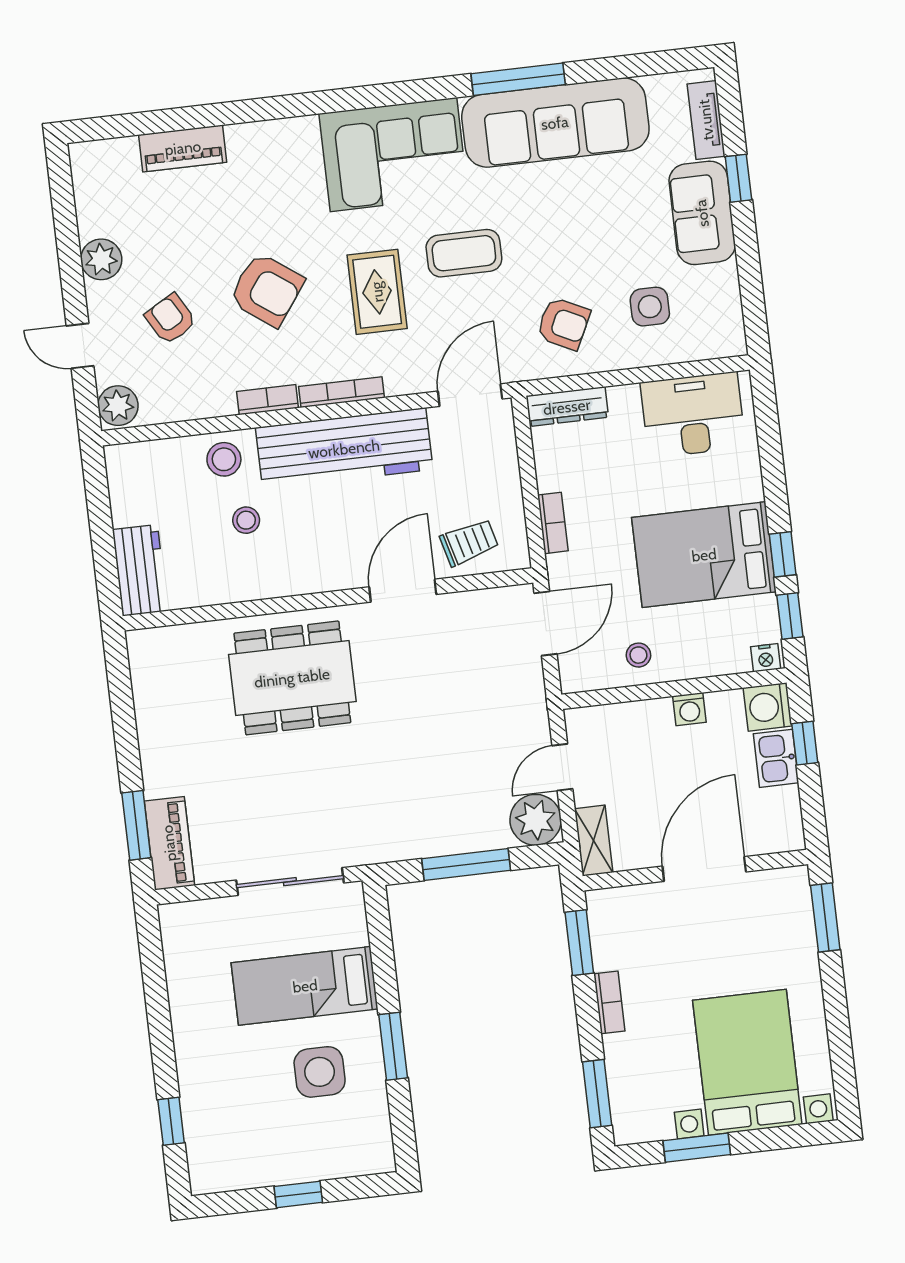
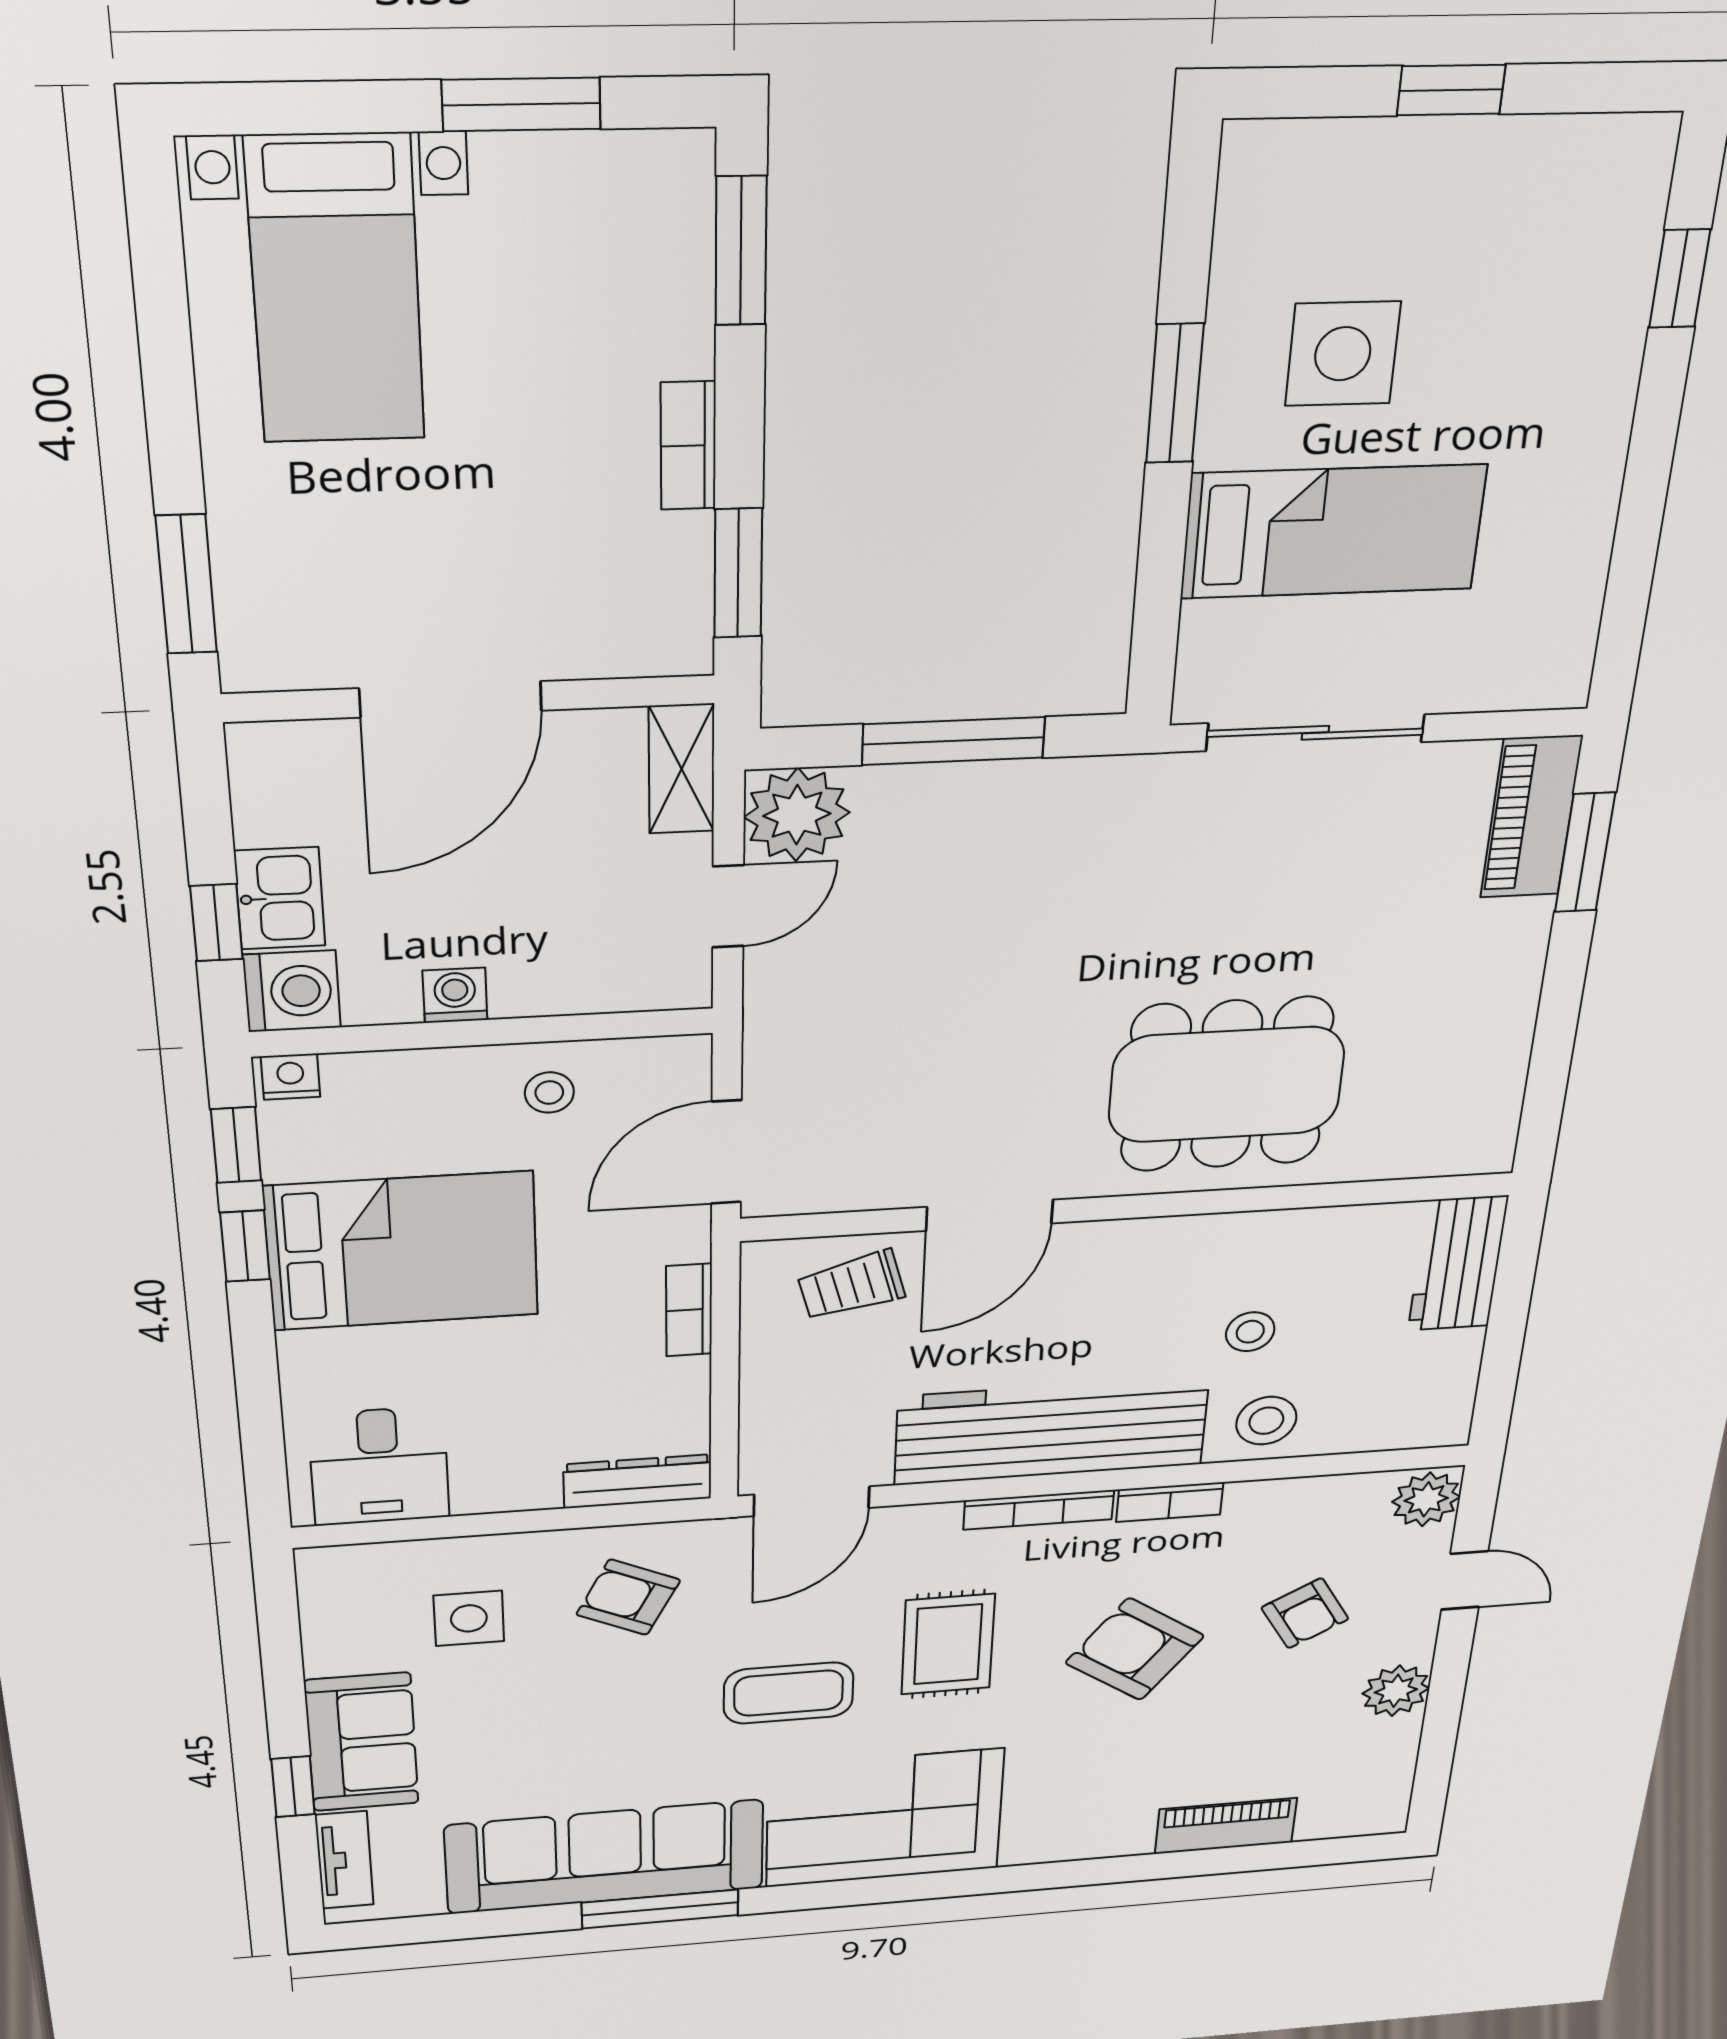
desk: (693, 415) -> (379, 1466), width x0.73
bed with nightstands: (747, 1062) -> (336, 290), width x0.73

